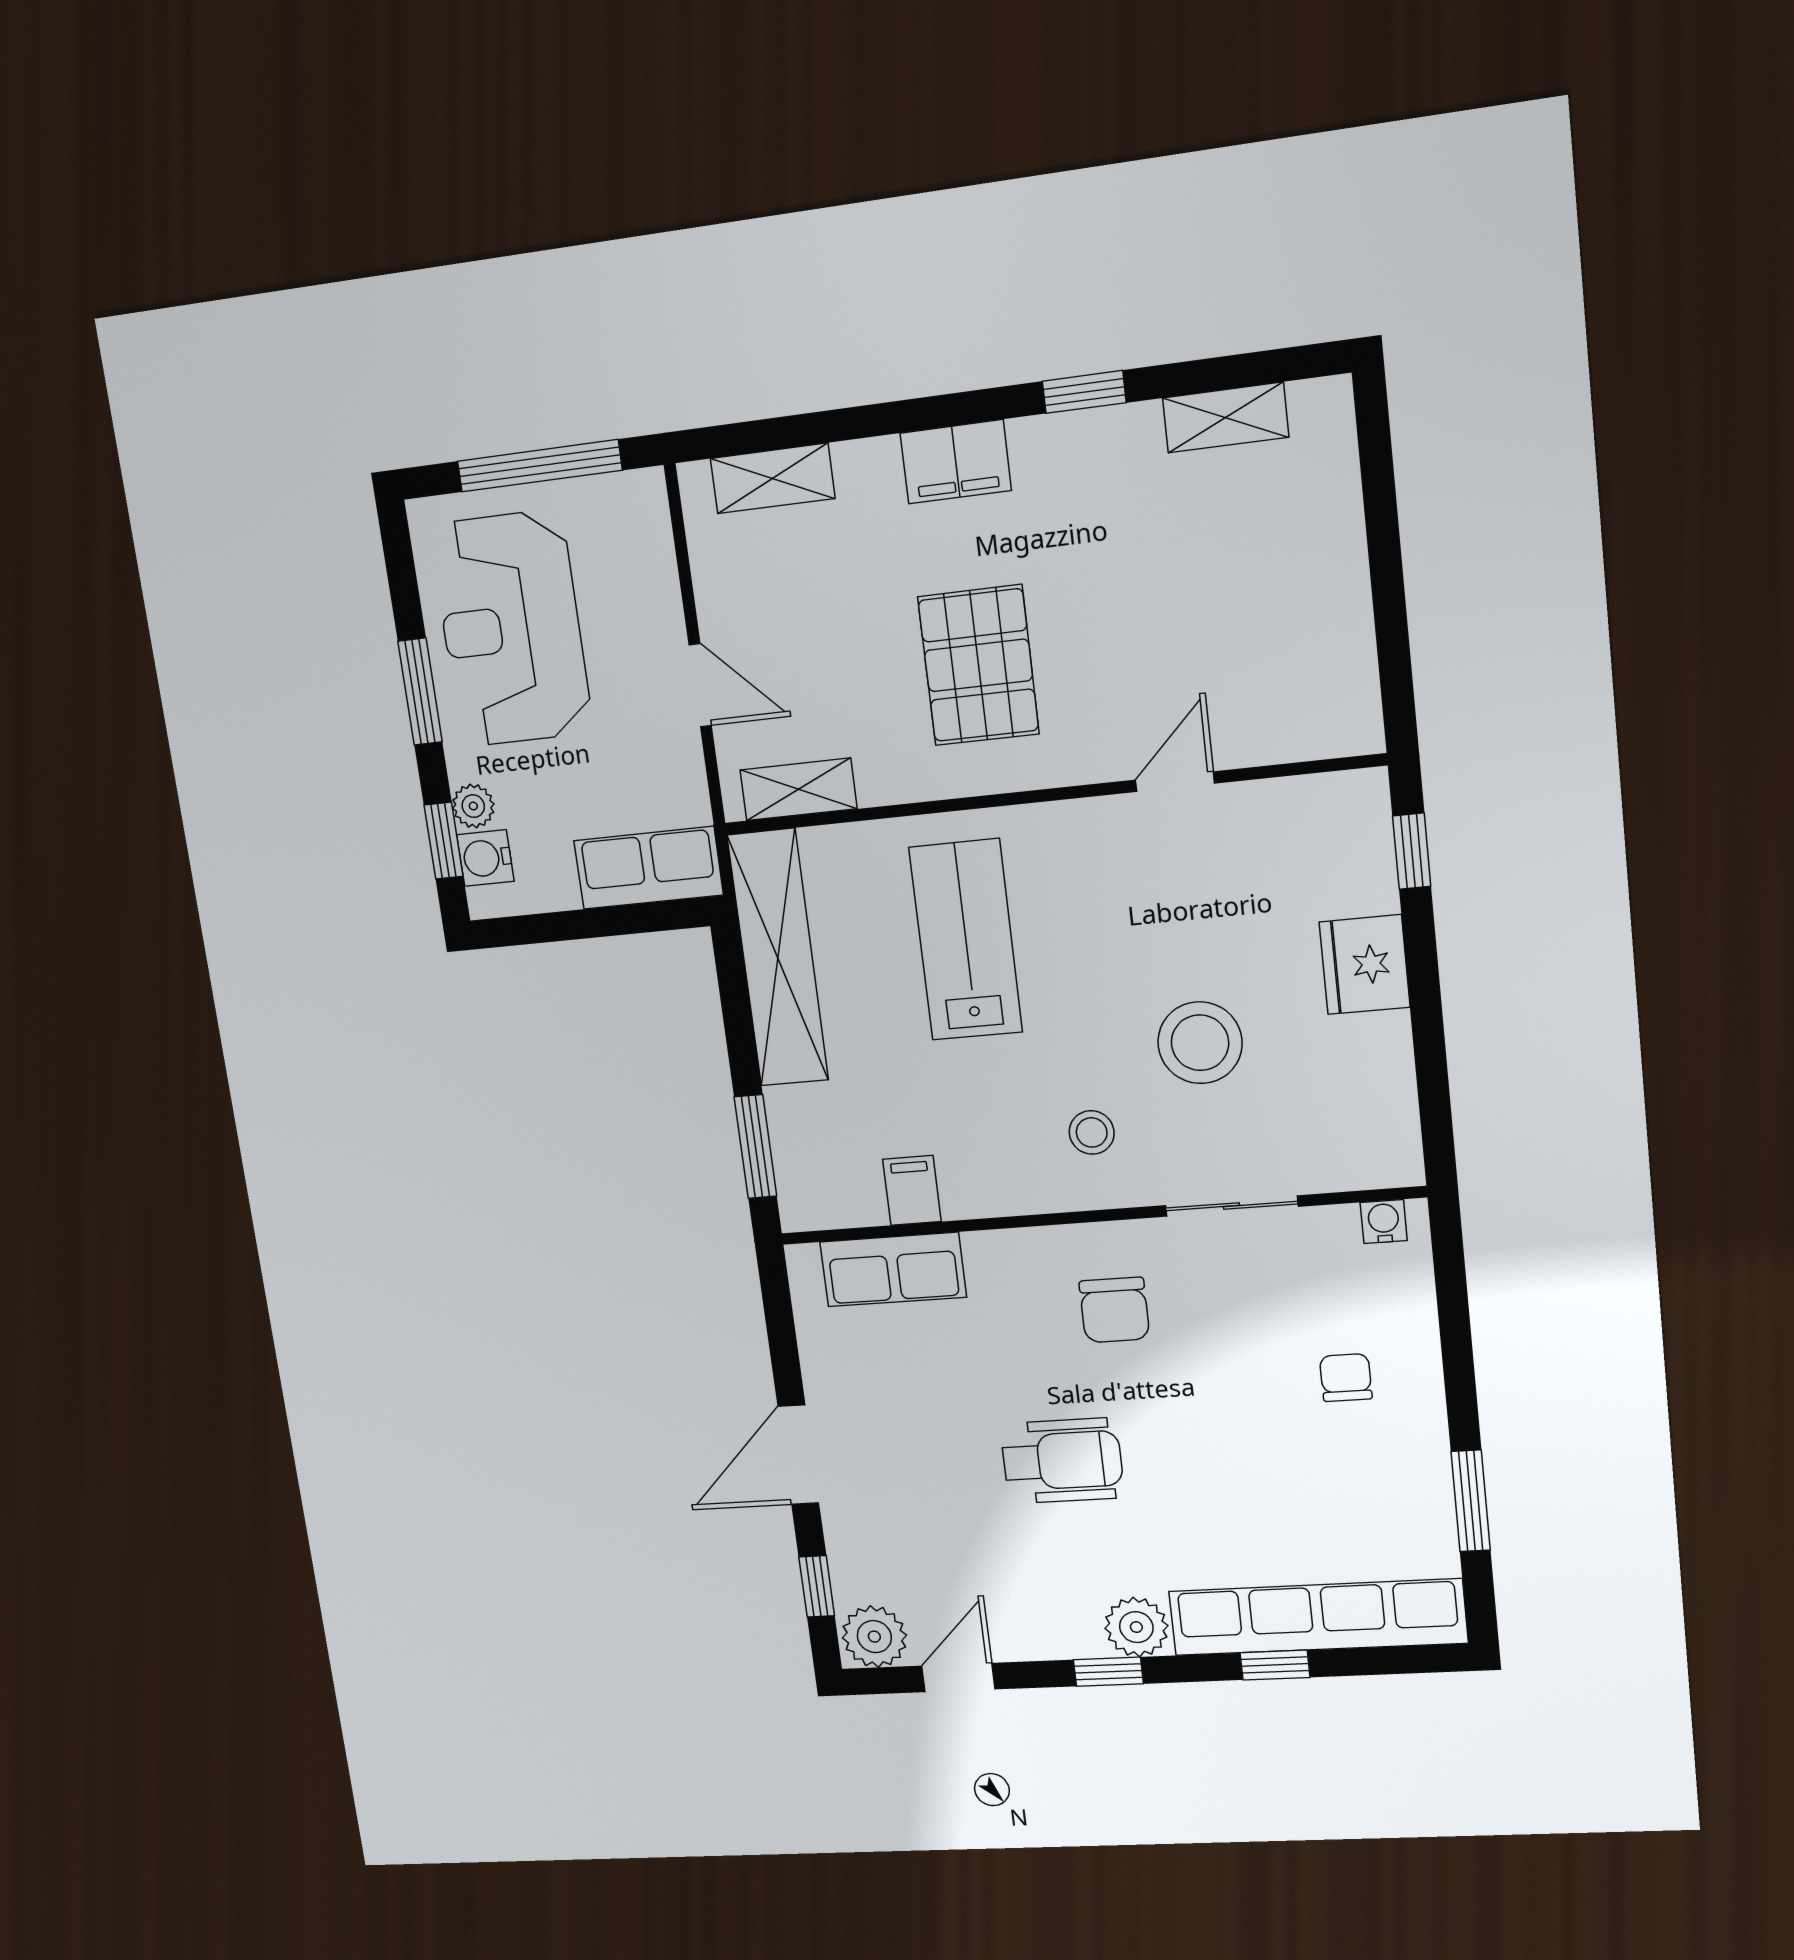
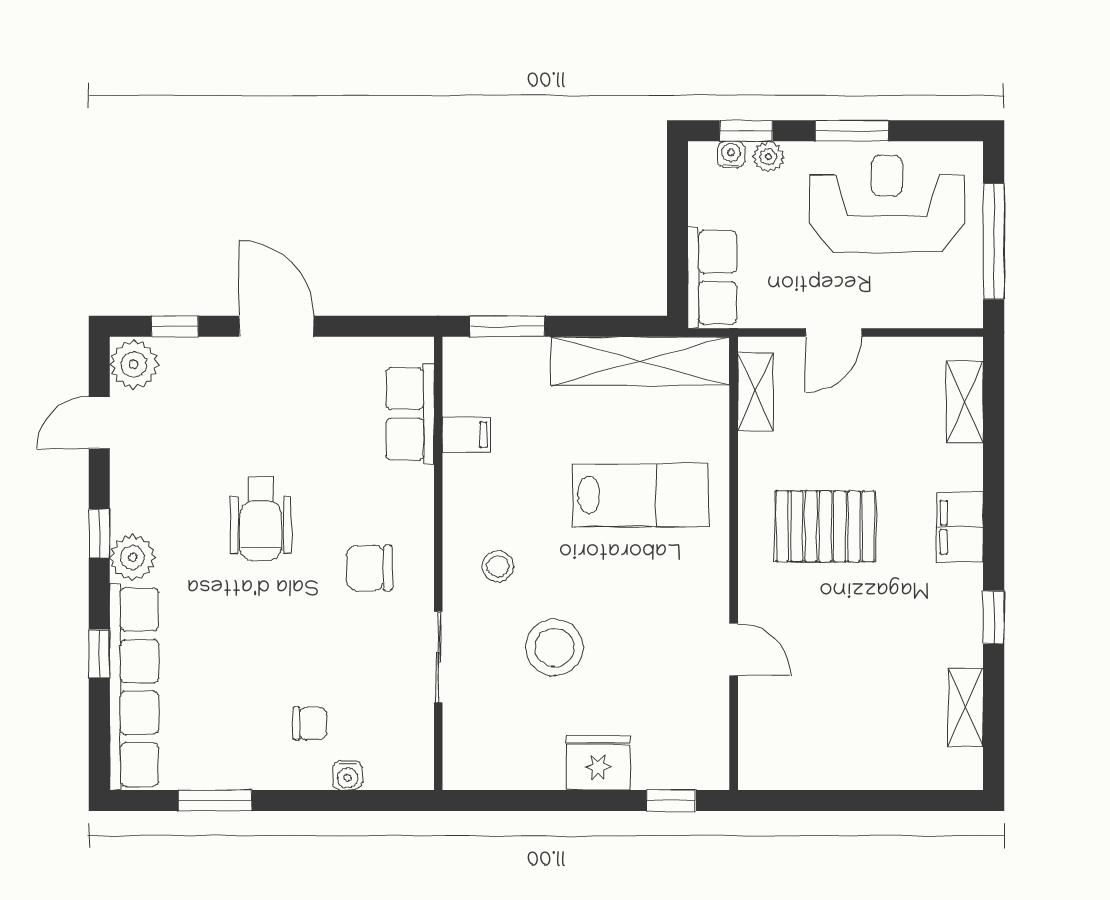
water cooler: (485, 858) -> (731, 155), width x0.72, depth x0.72
water cooler: (1384, 1221) -> (348, 776), moved, turned 90
door: (958, 1678) -> (99, 423), swing flipped

